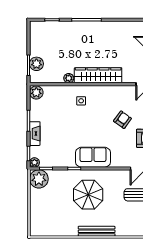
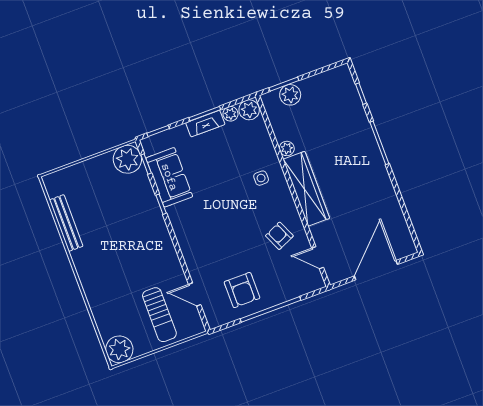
armchair: (122, 120) -> (279, 236), moved, turned -150
fireplace: (35, 134) -> (205, 124), moved
sofa: (93, 157) -> (169, 177), moved
plant: (34, 162) -> (230, 114), moved
parasol: (88, 195) -> (131, 238), removed
bench: (97, 231) -> (66, 223), moved

